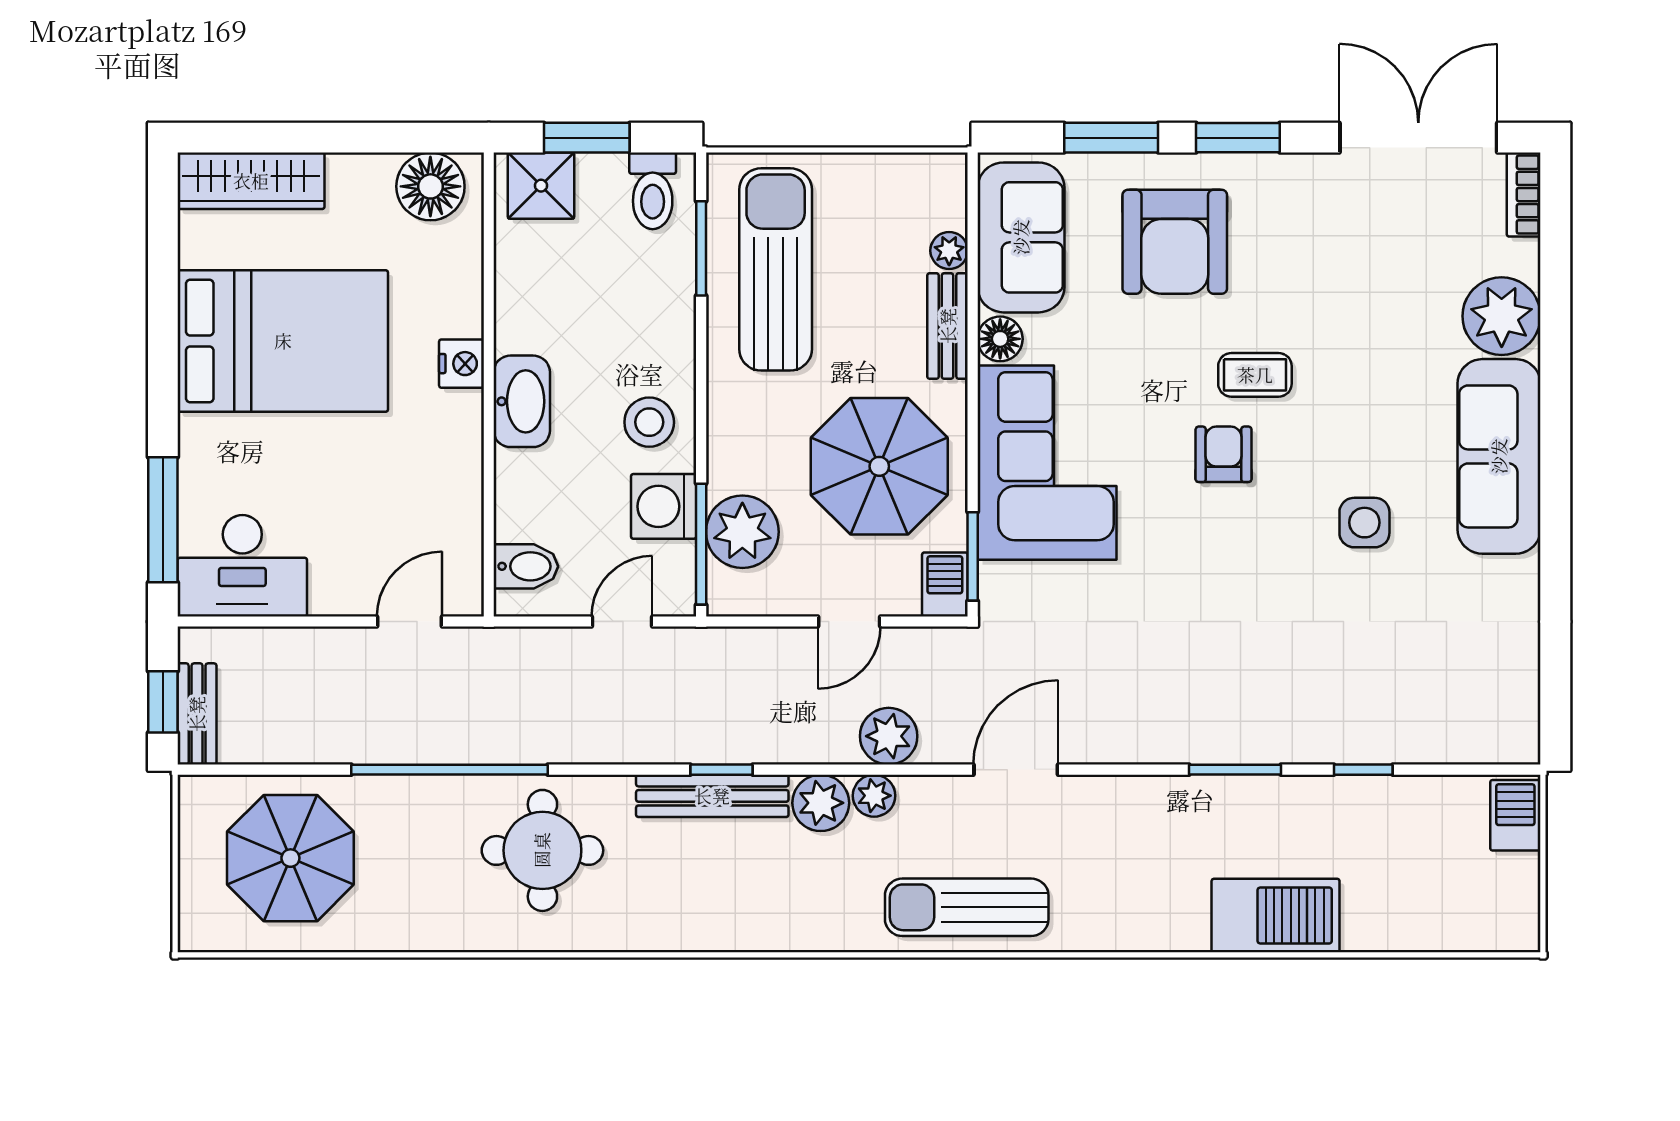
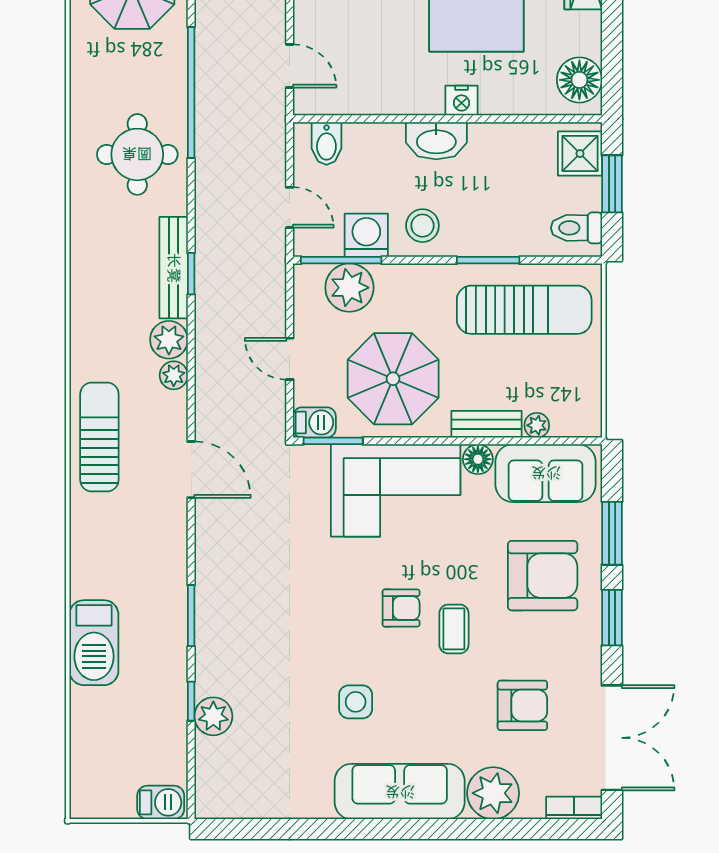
armchair: (1175, 242) -> (543, 576), turned 180
window: (701, 248) -> (488, 260), moved
armchair: (1370, 272) -> (522, 705), added
plant: (889, 736) -> (213, 716), moved

